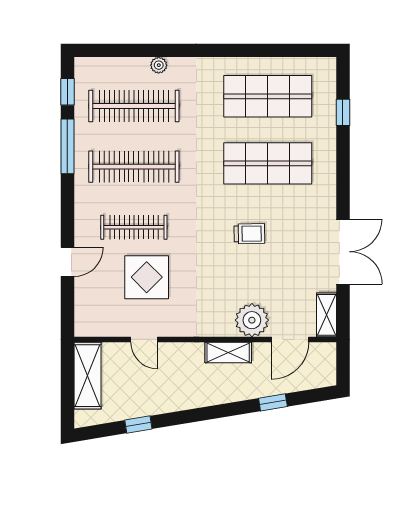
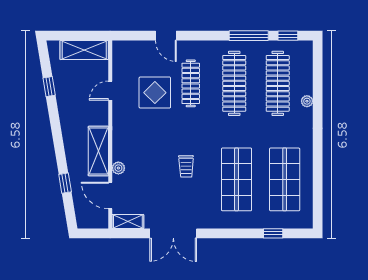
plant: (252, 320) -> (118, 168), width x0.53, depth x0.53
shelving: (228, 353) -> (98, 151), width x1.50, depth x1.33

